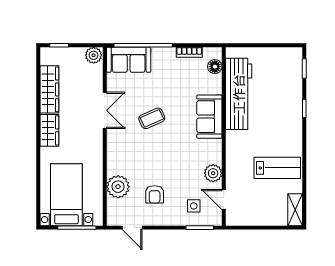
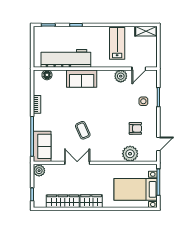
floor lamp: (215, 67) -> (47, 75), moved
workbench: (239, 94) -> (66, 58), moved
sofa: (209, 117) -> (82, 79), moved
wall: (224, 136) -> (95, 69), moved
plant: (213, 173) -> (121, 76), moved
door: (224, 199) -> (139, 69), moved

